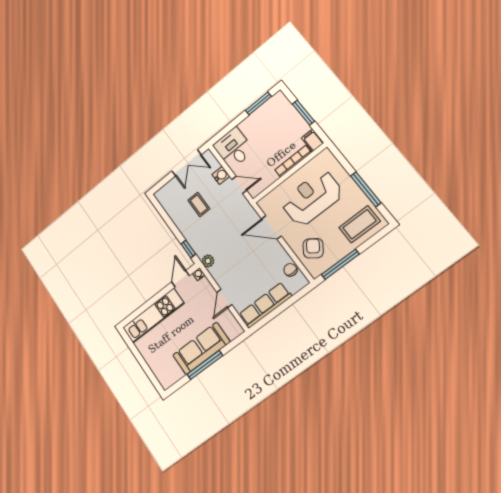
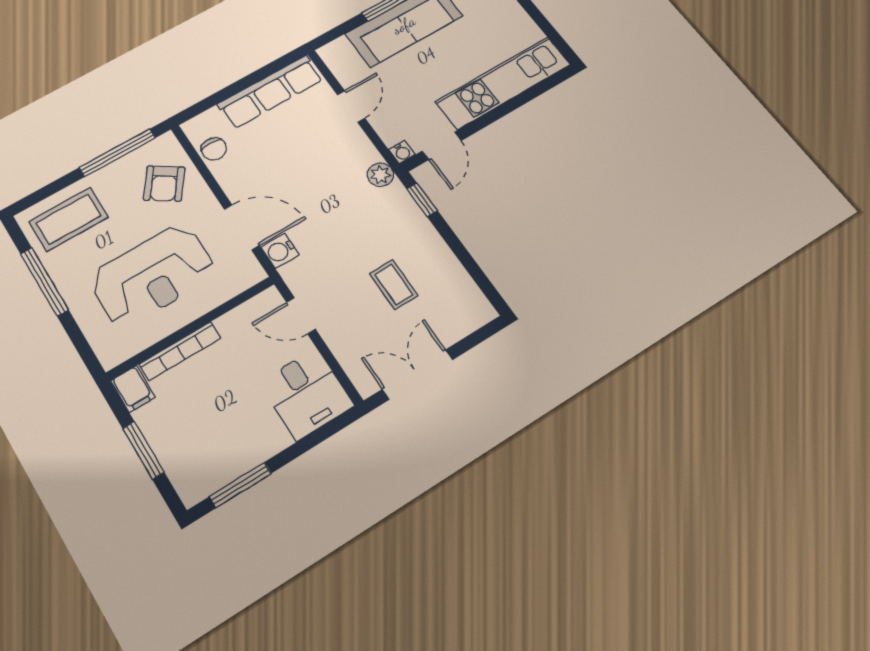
water cooler: (221, 175) -> (280, 251), moved

